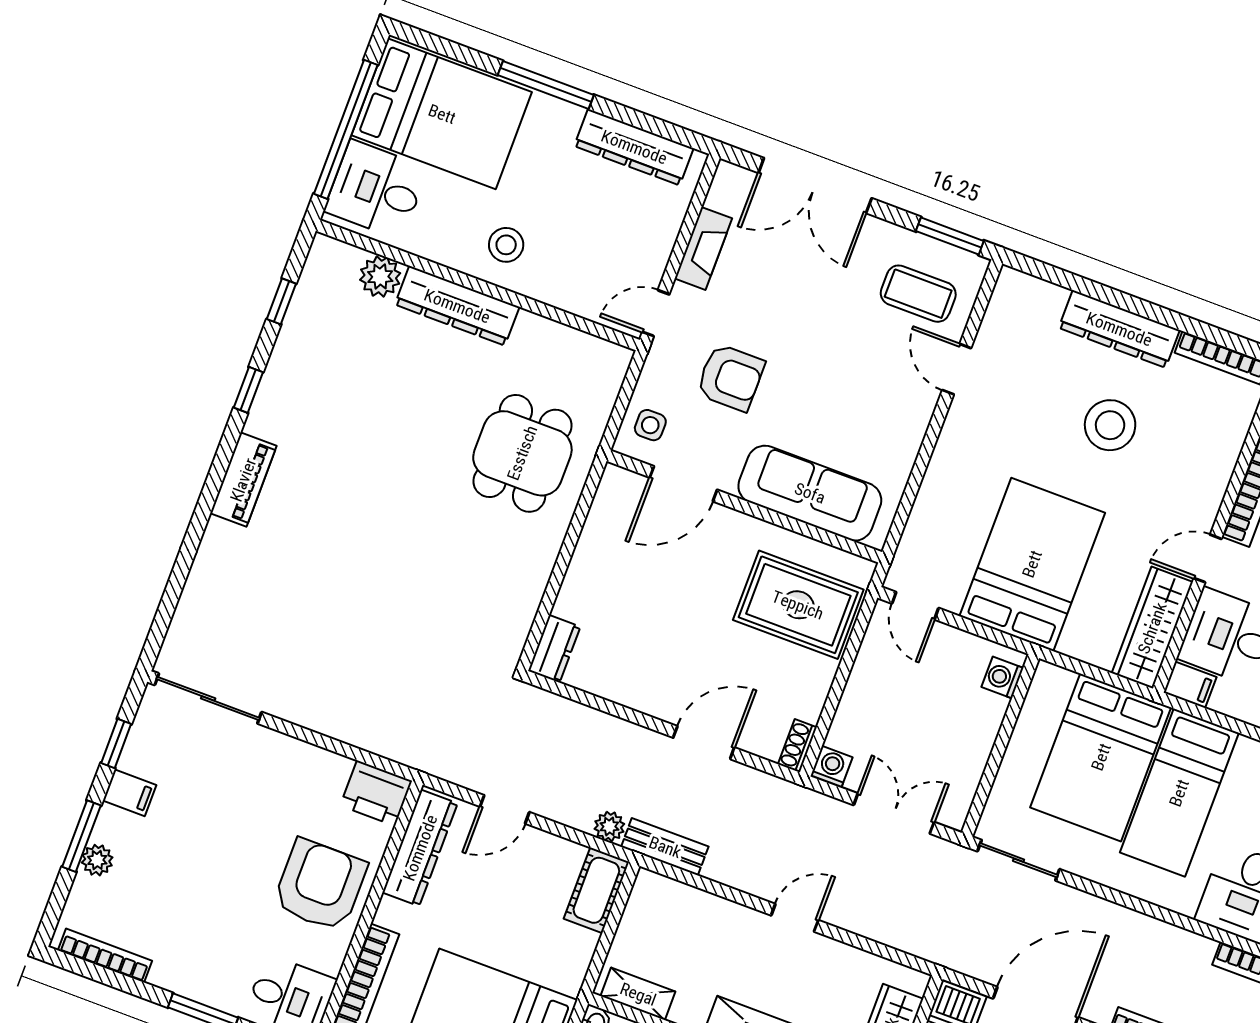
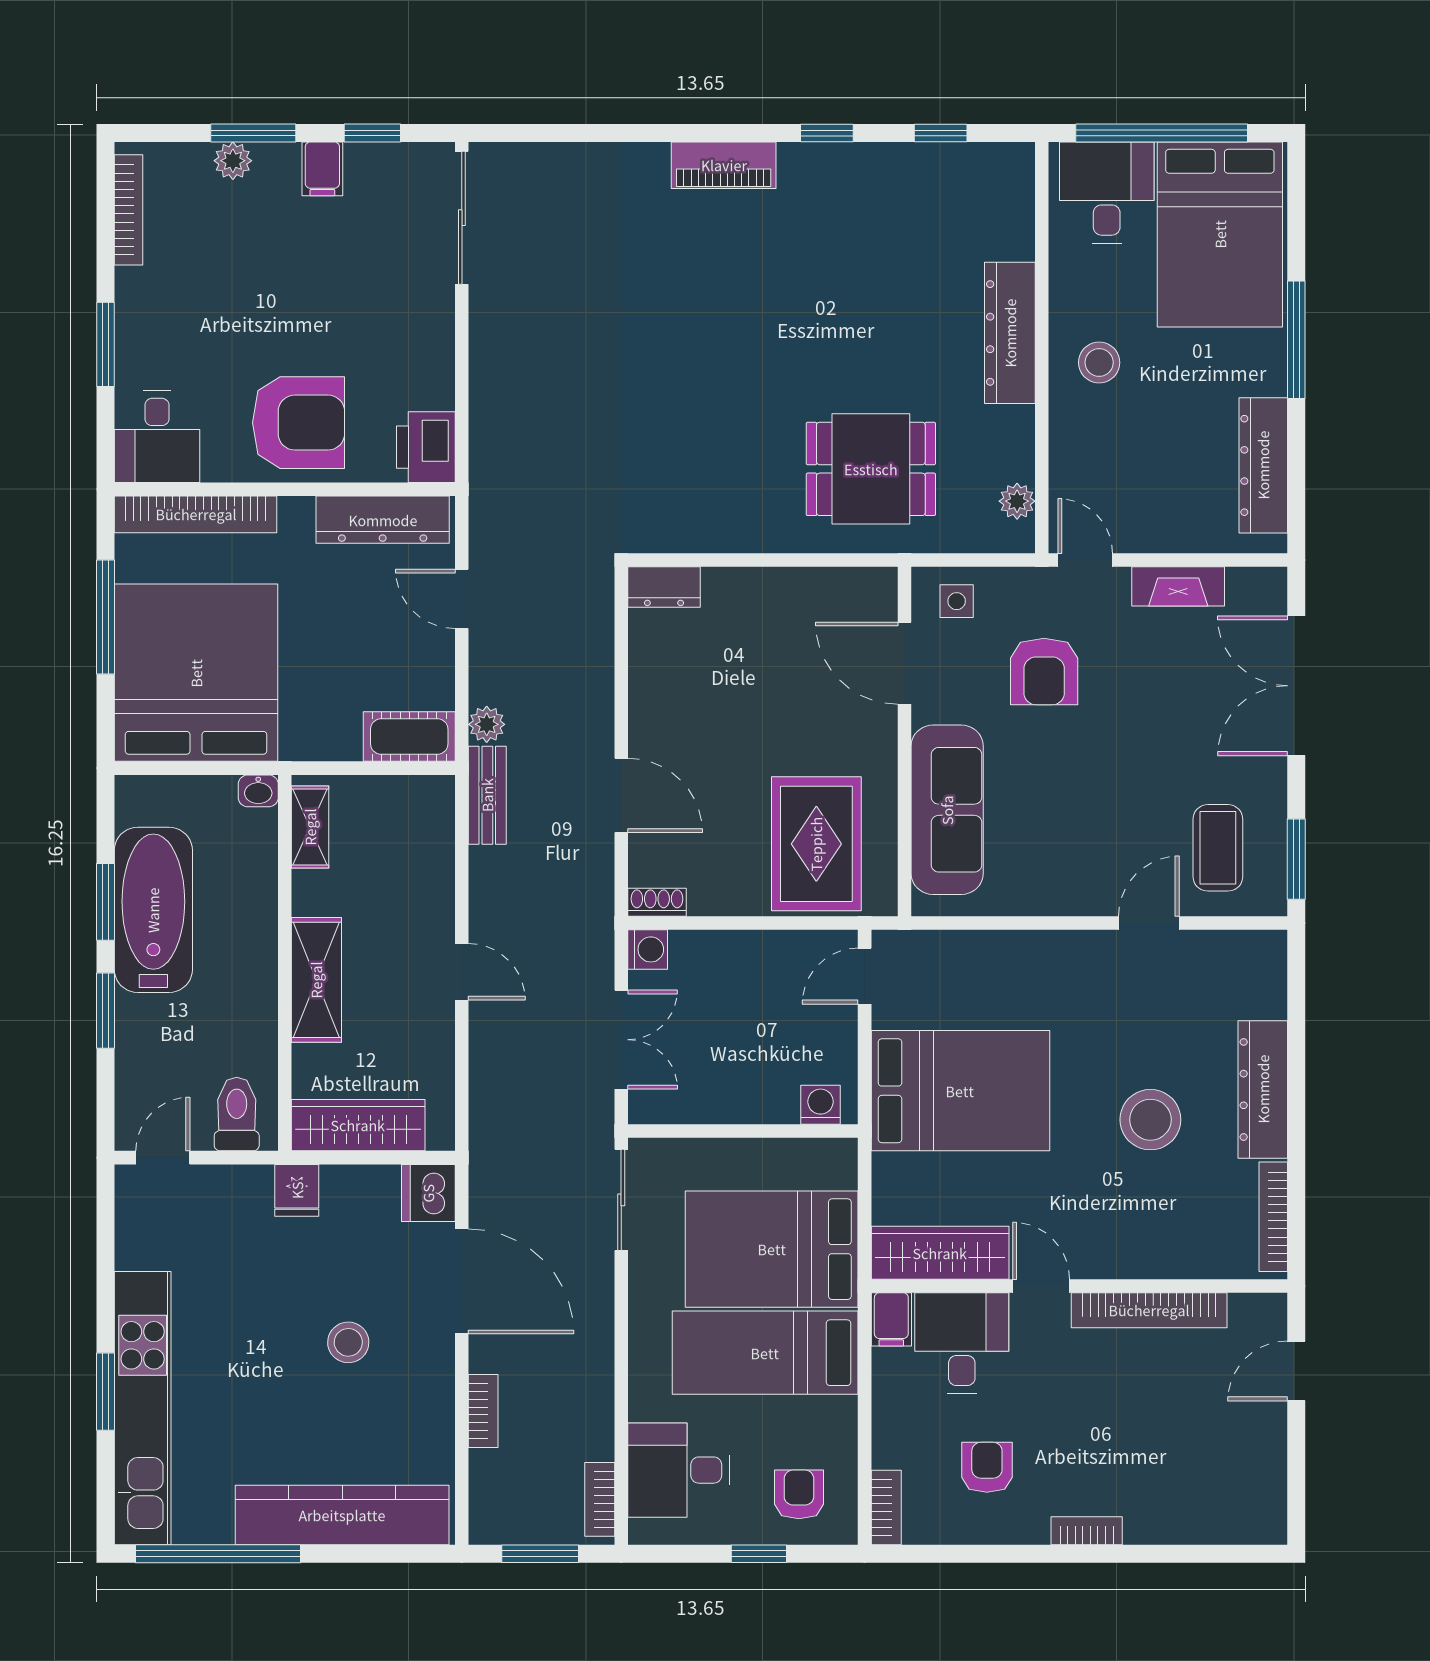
plant: (380, 277) -> (1017, 501), moved, width x0.73, depth x0.73

